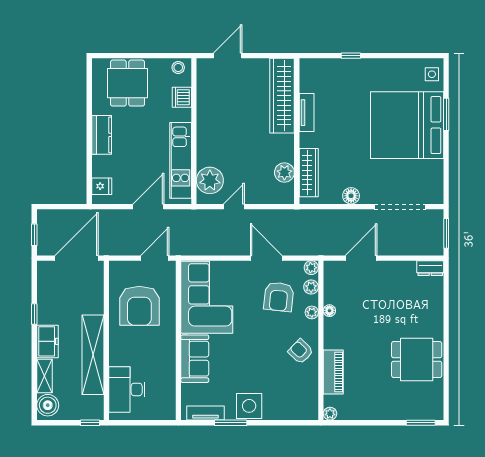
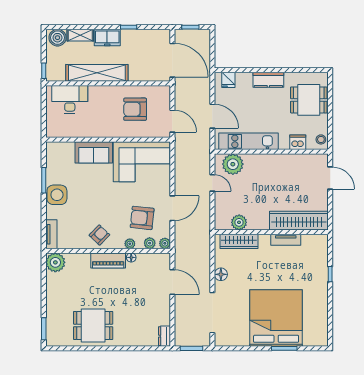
side table: (432, 74) -> (316, 337), removed
armchair: (139, 306) -> (135, 109), width x0.73, depth x0.73
dining table: (417, 360) -> (93, 325), turned 90
piano: (333, 372) -> (108, 261), moved
tv unit: (205, 413) -> (51, 234), moved
plant: (330, 414) -> (55, 262), width x1.87, depth x1.87

